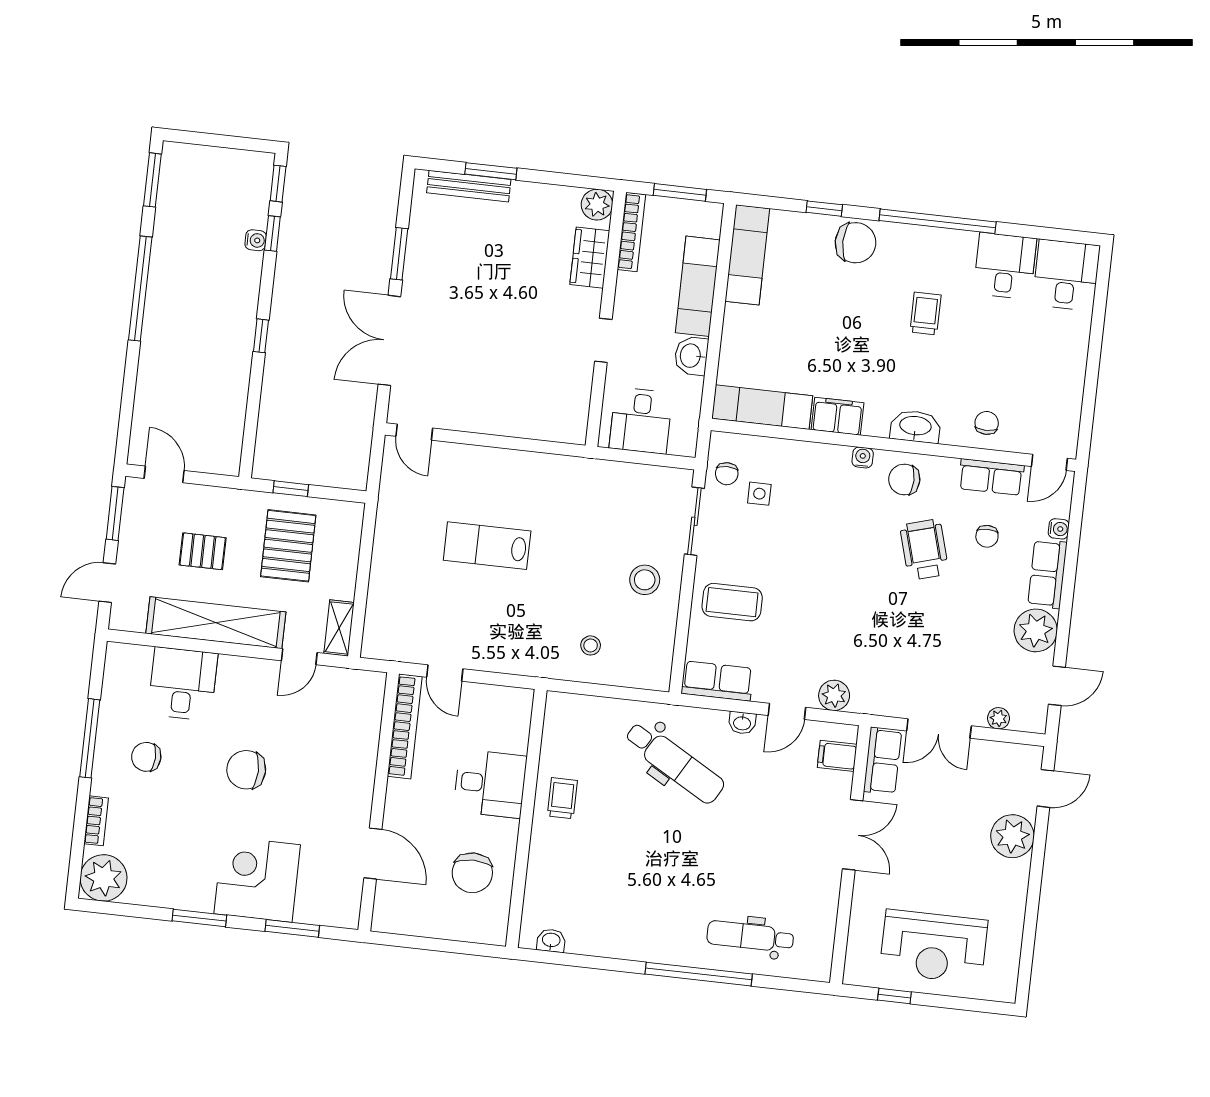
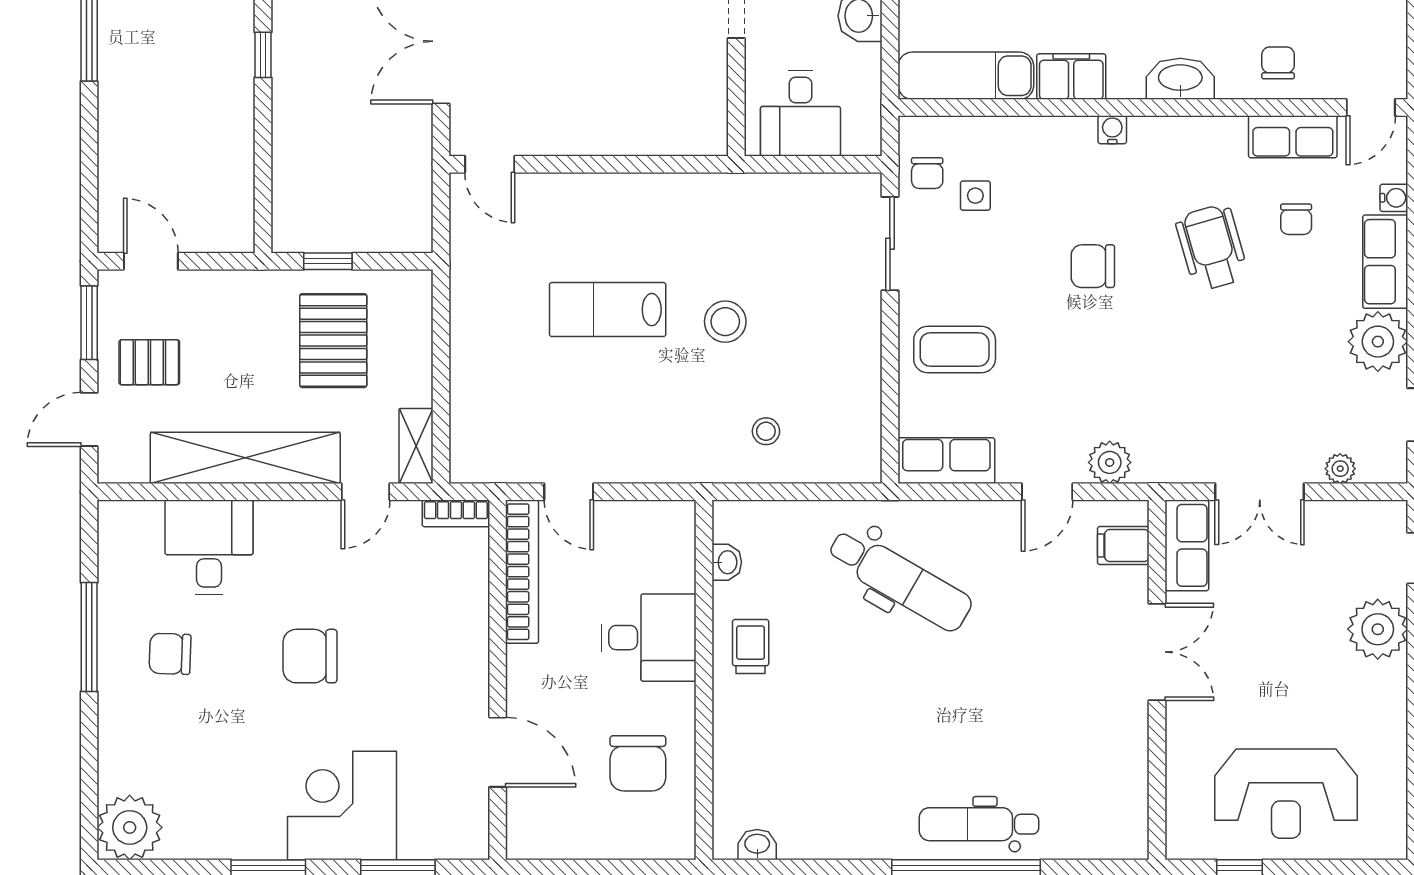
chair: (904, 479) -> (1093, 266), moved
pallet: (203, 551) -> (149, 362), moved
stool: (645, 580) -> (725, 322), moved
washbasin: (742, 723) -> (727, 562), moved, turned -90
bookcase: (96, 821) -> (456, 513), moved, turned 90
dental chair: (750, 936) -> (979, 824), moved

